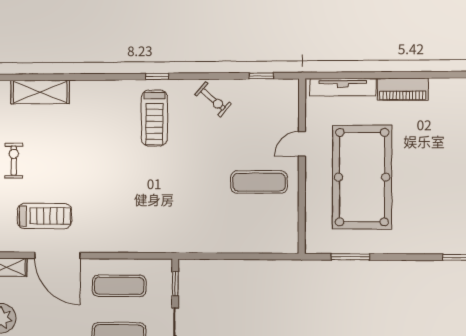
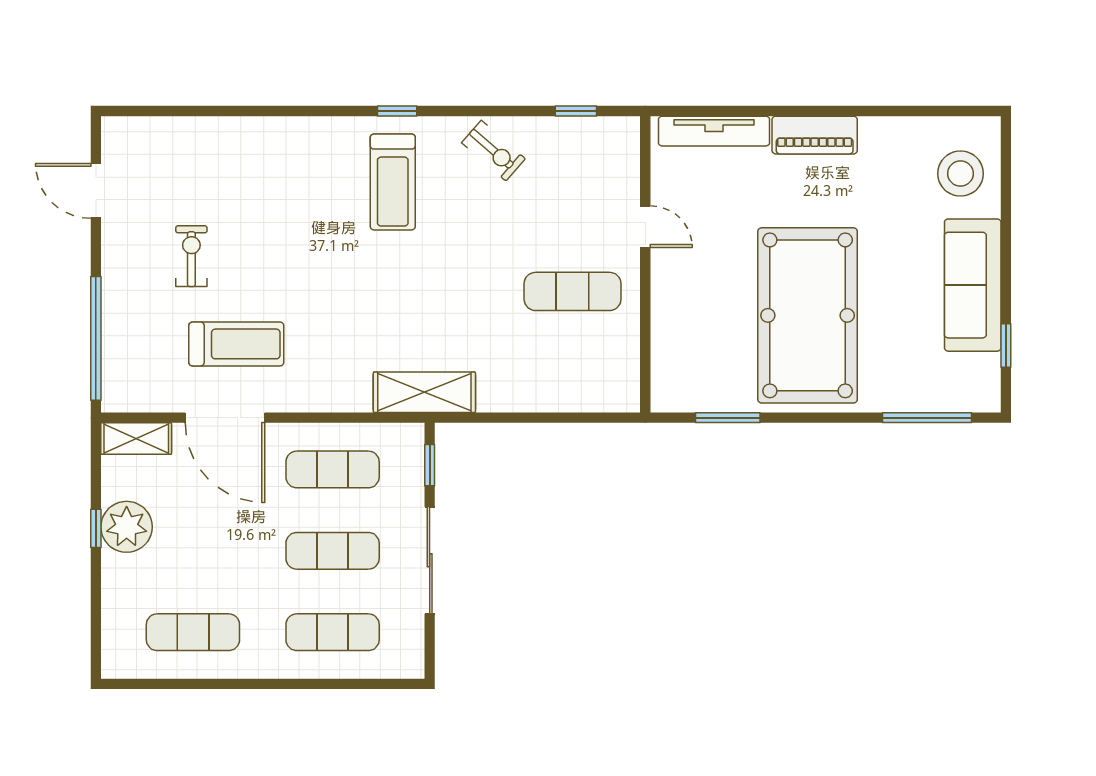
shelving: (40, 92) -> (424, 392), moved
door: (302, 144) -> (645, 227), swing flipped
exercise bike: (14, 161) -> (191, 256), moved
pool table: (362, 177) -> (808, 315), moved
treadmill: (44, 216) -> (236, 344), moved

